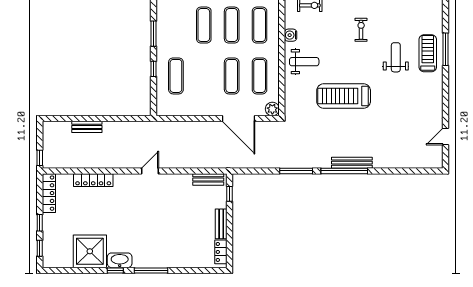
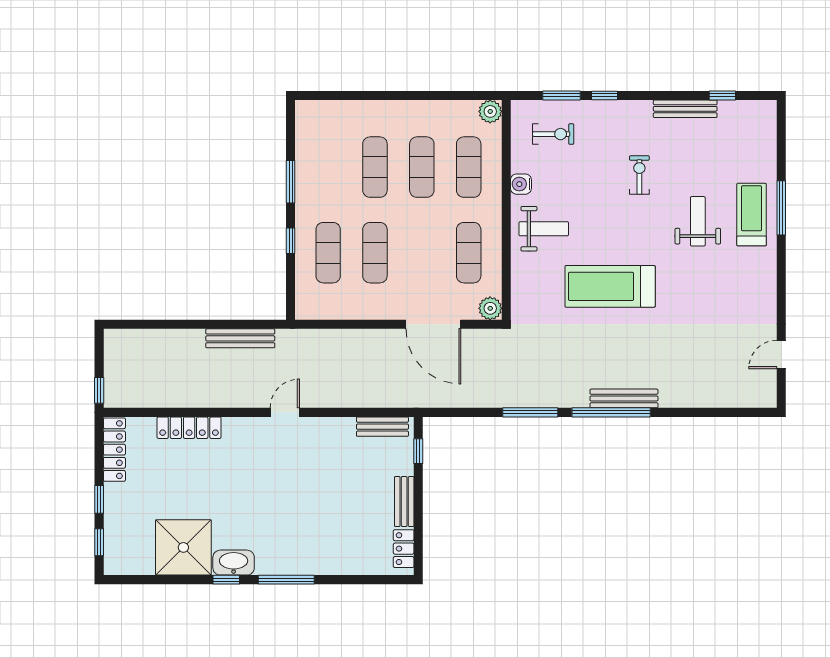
exercise mat: (232, 76) -> (375, 253), moved
bench: (87, 127) -> (240, 338), moved, width x1.36

